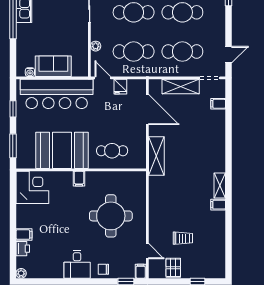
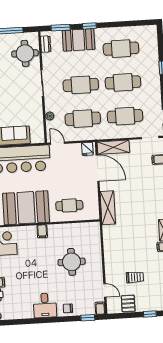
fridge: (120, 87) -> (87, 149), moved
shelving: (181, 87) -> (113, 147), moved
round table: (111, 216) -> (72, 262), width x0.73, depth x0.73

